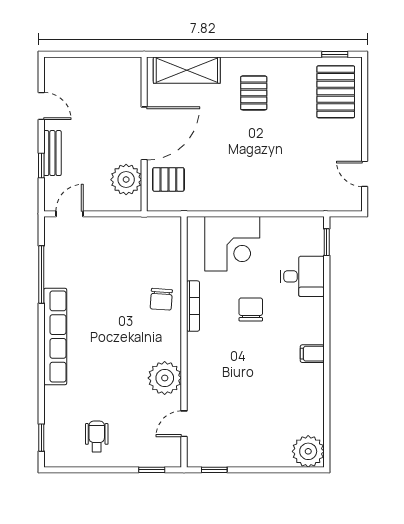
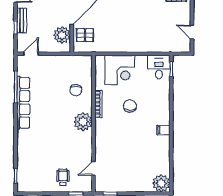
desk: (302, 276) -> (159, 67), moved, turned -90
chair: (161, 299) -> (76, 90), moved
row of seats: (55, 337) -> (23, 103), moved
plant: (165, 378) -> (83, 122), moved
wheelchair: (97, 436) -> (63, 177), moved

